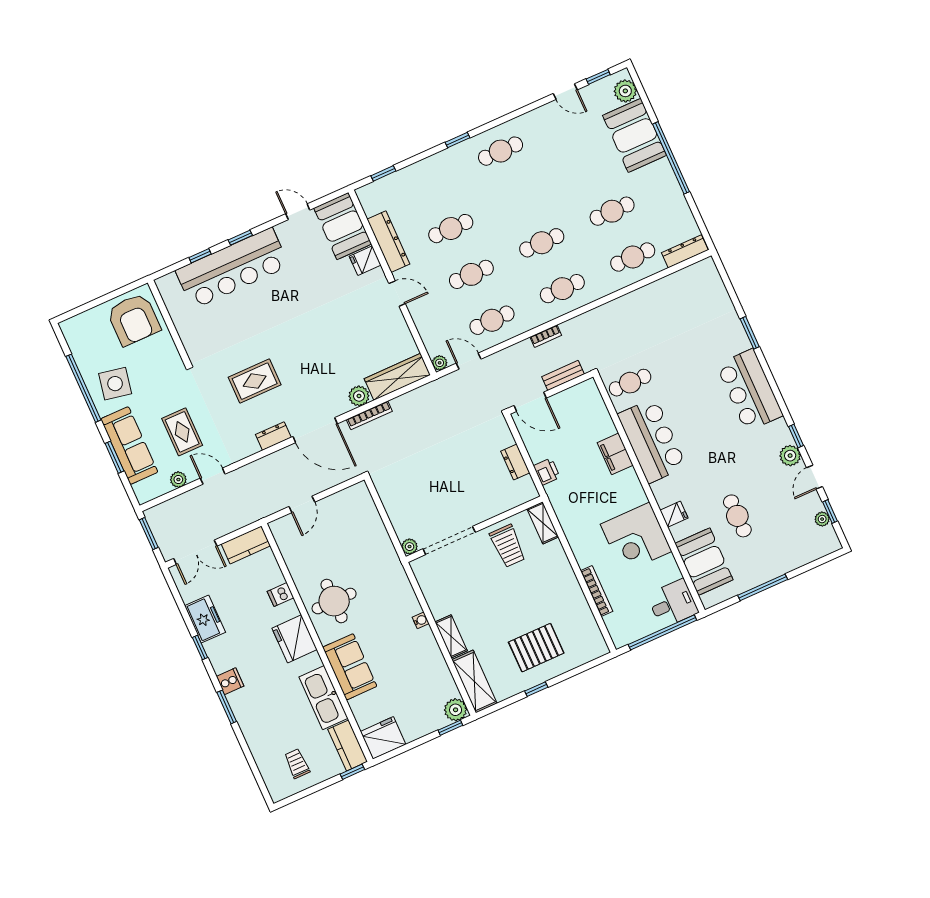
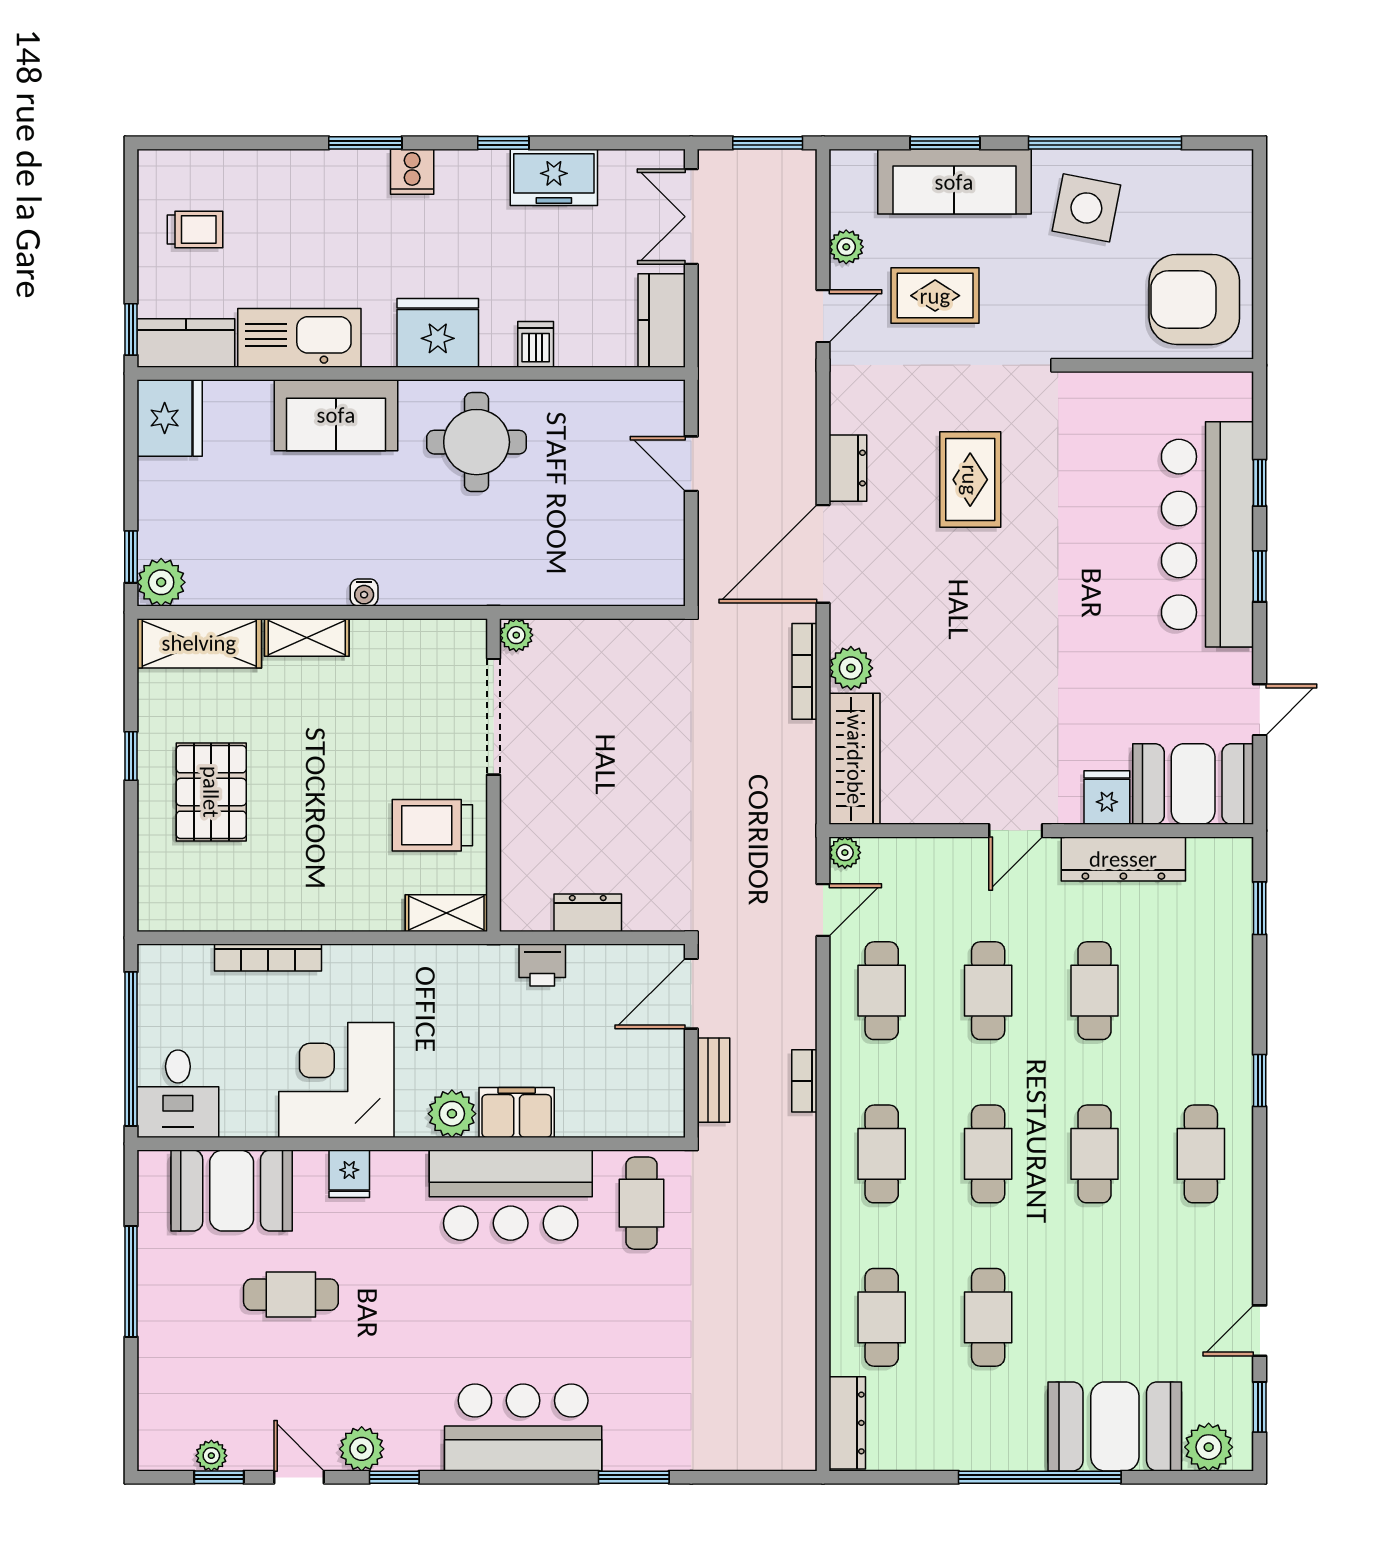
cafe table: (521, 197) -> (1094, 1154), added
plant: (628, 482) -> (452, 1114), added

